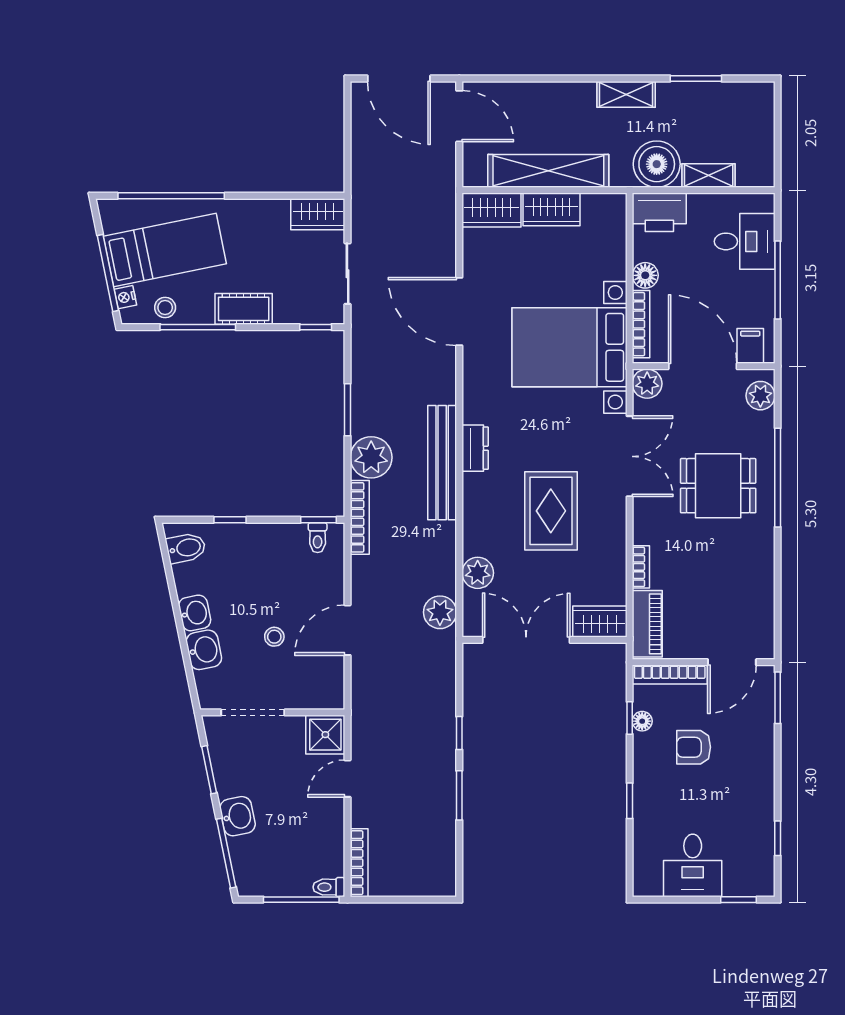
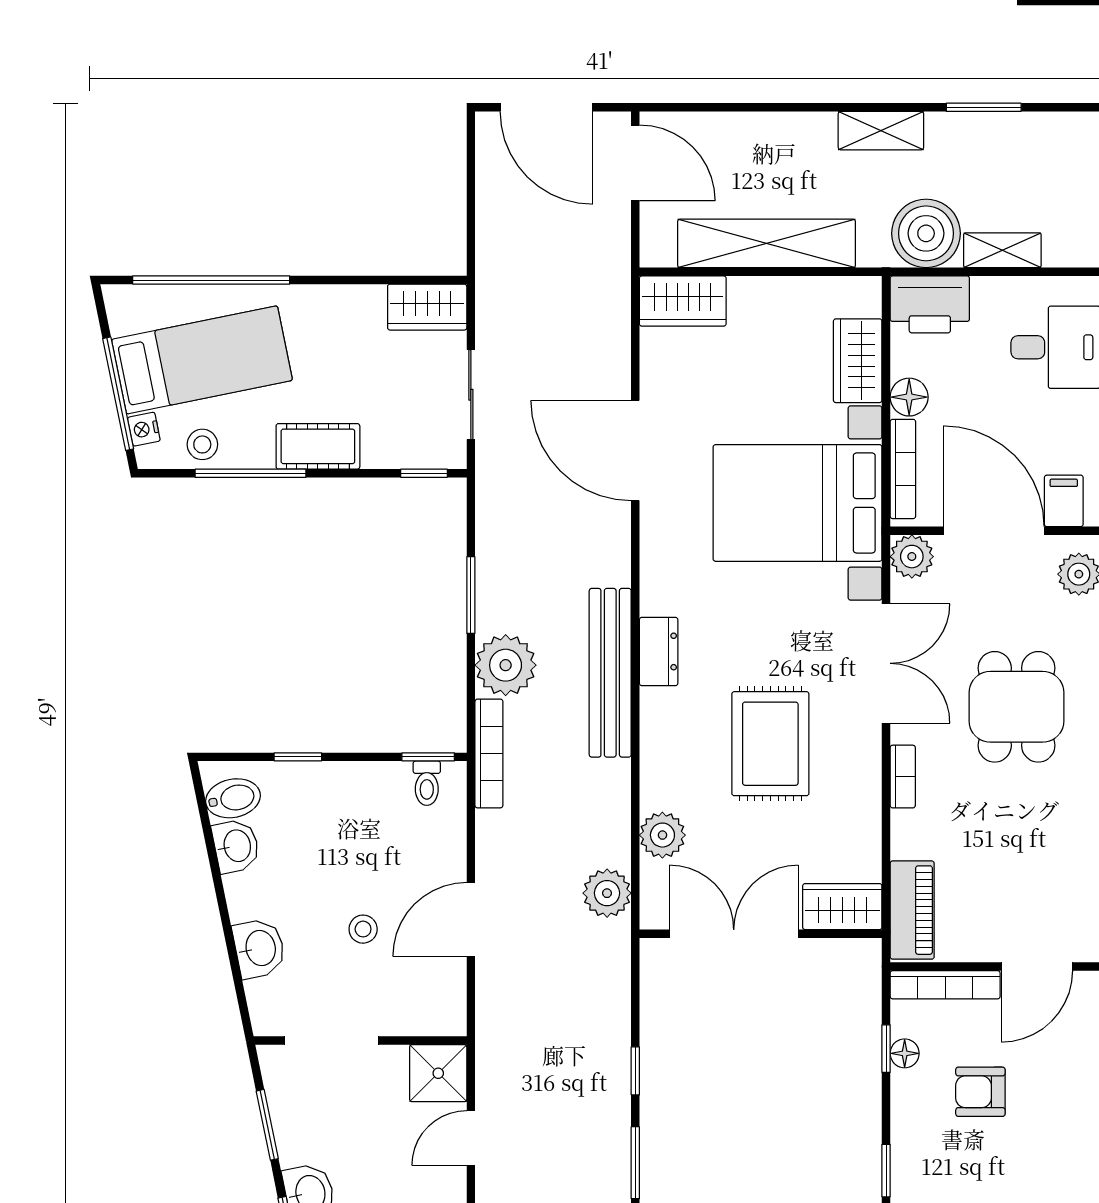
wardrobe: (552, 209) -> (858, 361), moved, turned 90
dining table: (718, 486) -> (1016, 707), turned 90
bookcase: (641, 567) -> (903, 777), moved
washbasin: (195, 613) -> (236, 846), moved

